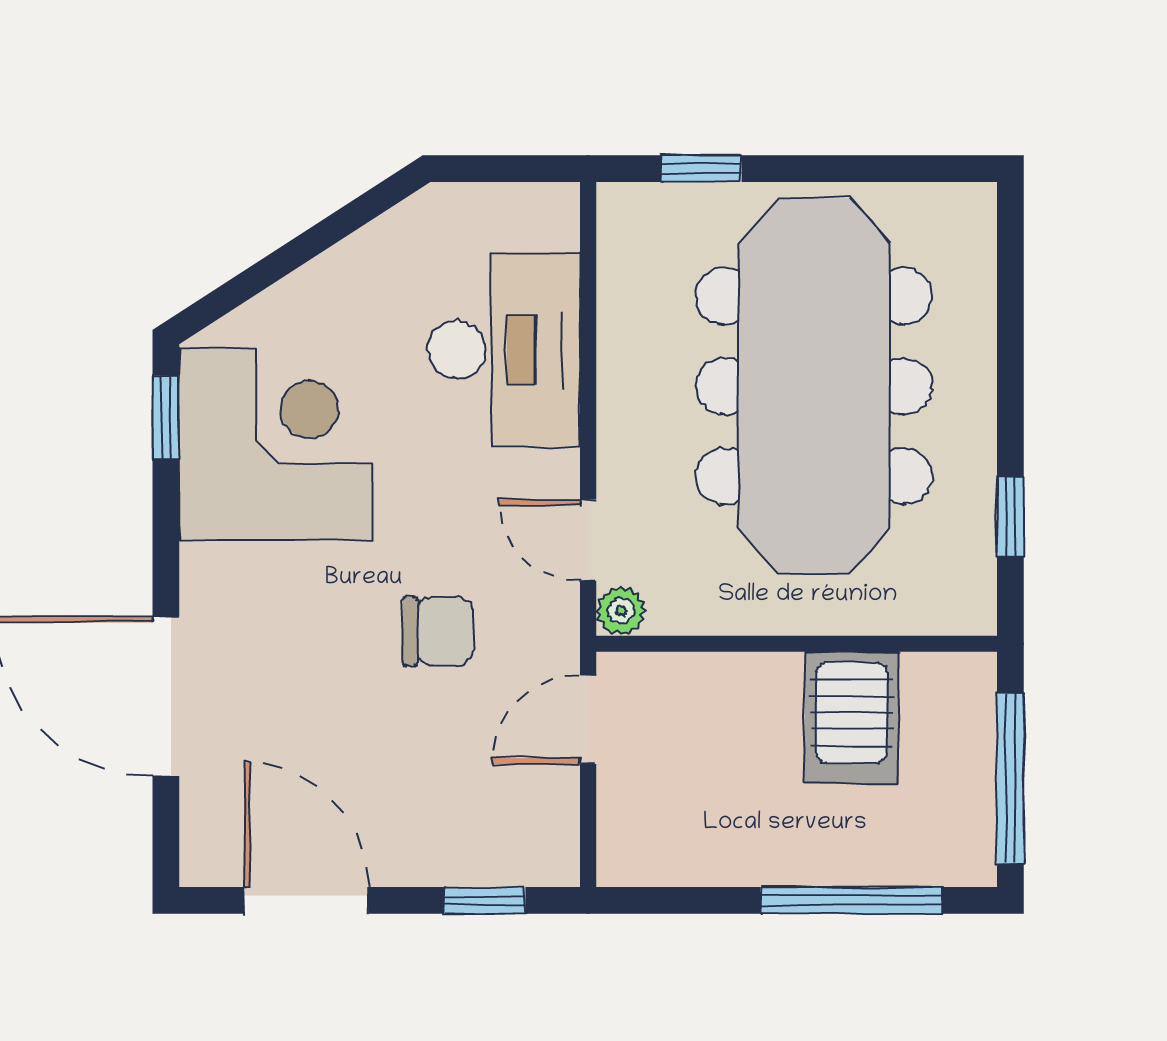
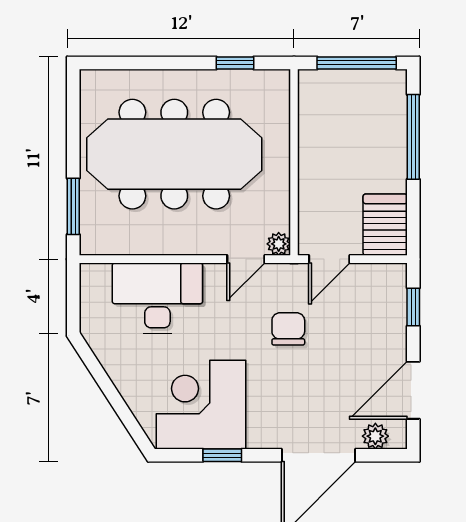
window: (701, 169) -> (73, 206), width x1.50
window: (166, 417) -> (222, 455), moved
server rack: (852, 718) -> (385, 225), moved, turned -90
door: (588, 720) -> (329, 259), hinge flipped
plant: (207, 819) -> (375, 436), added

